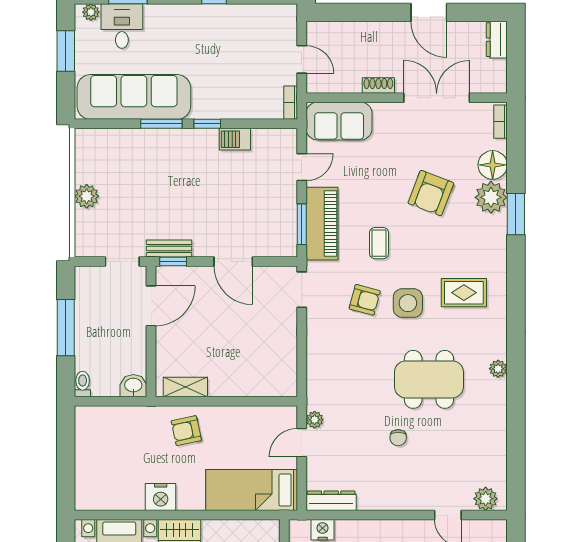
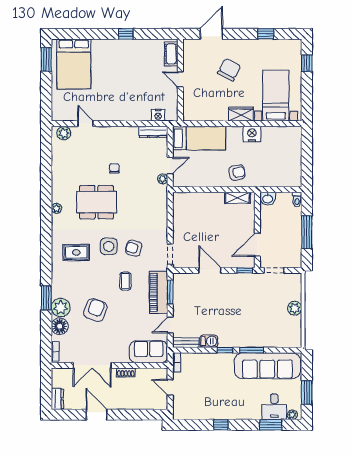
bench: (169, 249) -> (186, 343), moved

